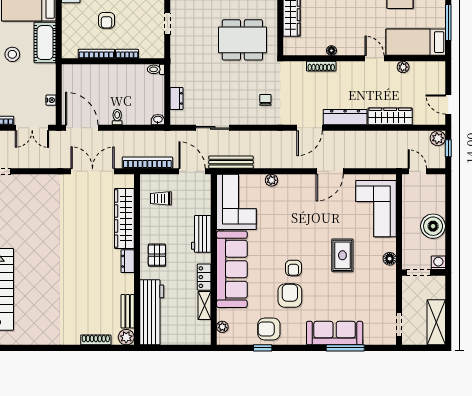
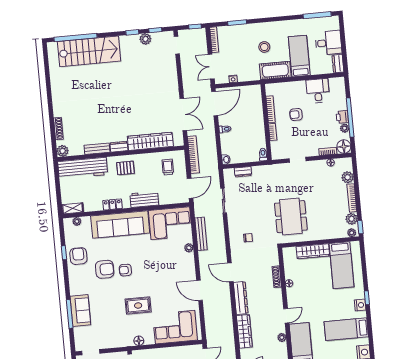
bench: (231, 162) -> (201, 234), moved
shelving: (204, 306) -> (73, 208), moved
bench: (128, 311) -> (97, 149), moved
sofa: (335, 333) -> (80, 311), width x0.73

